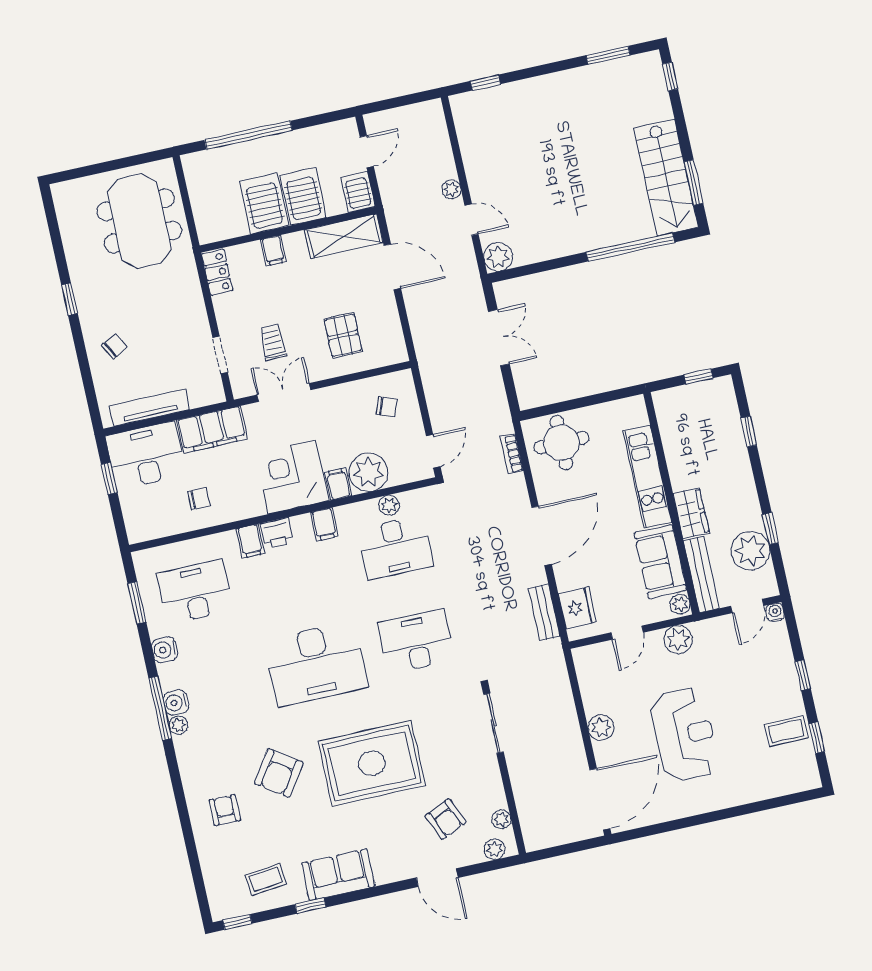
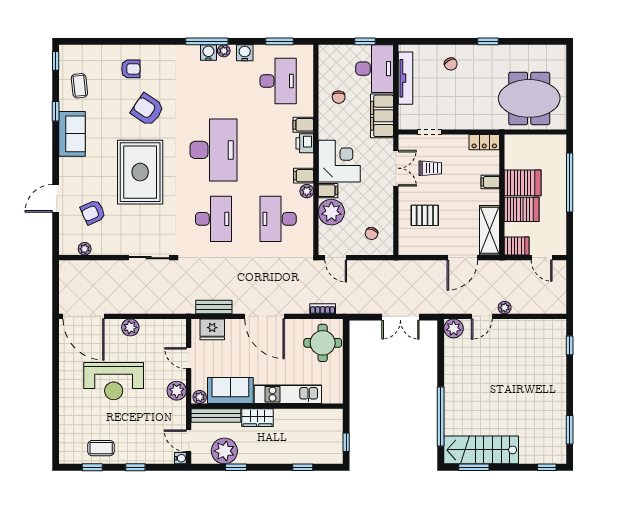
plant: (389, 505) -> (307, 191), moved
desk: (316, 664) -> (213, 150), turned 180
plant: (178, 725) -> (224, 51), moved
coffee table: (786, 731) -> (101, 448), turned 90
plant: (495, 849) -> (66, 240), removed

